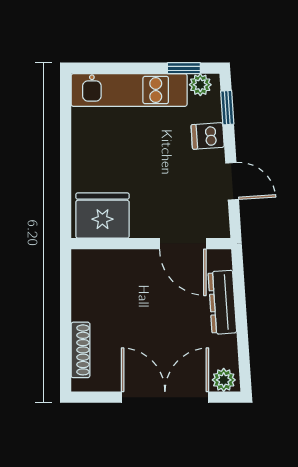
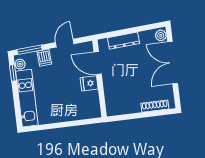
window: (227, 108) -> (30, 50), width x1.50
fridge: (102, 216) -> (89, 83), moved, width x0.53, depth x0.75
door: (183, 244) -> (98, 63), swing flipped

